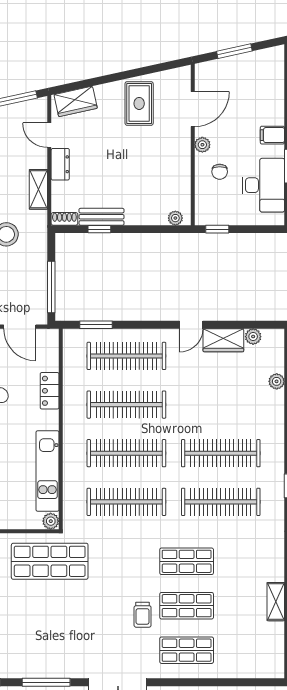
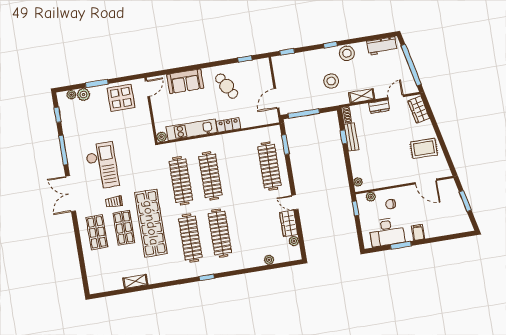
plant: (202, 145) -> (371, 197), moved
locker: (50, 391) -> (228, 125), moved
clothes rail: (126, 405) -> (240, 171), removed
shop shelf: (50, 561) -> (137, 140), removed
shop shelf: (187, 561) -> (151, 223), width x2.00, depth x1.36
checkout: (81, 624) -> (102, 166), added

